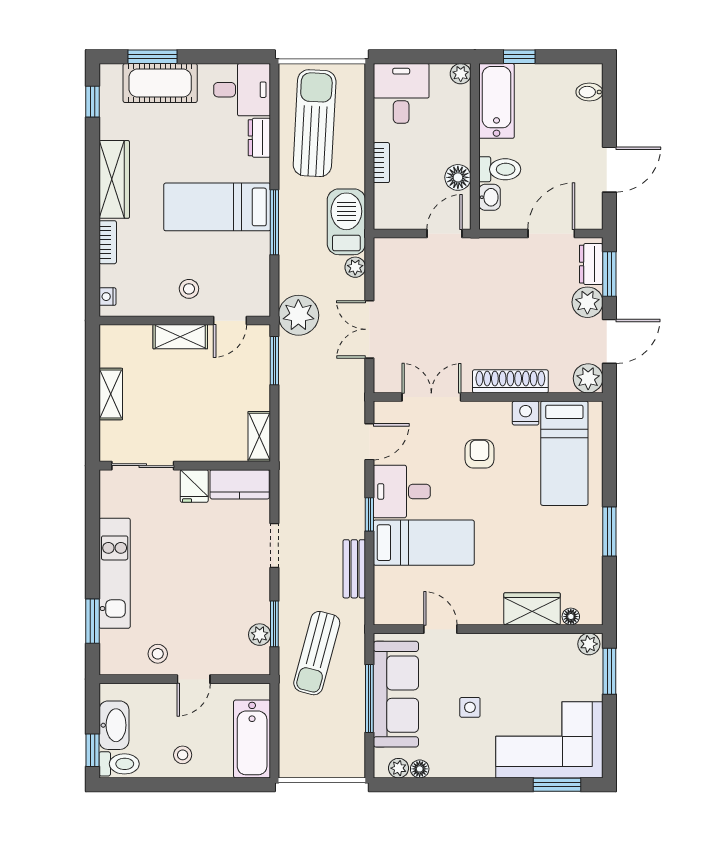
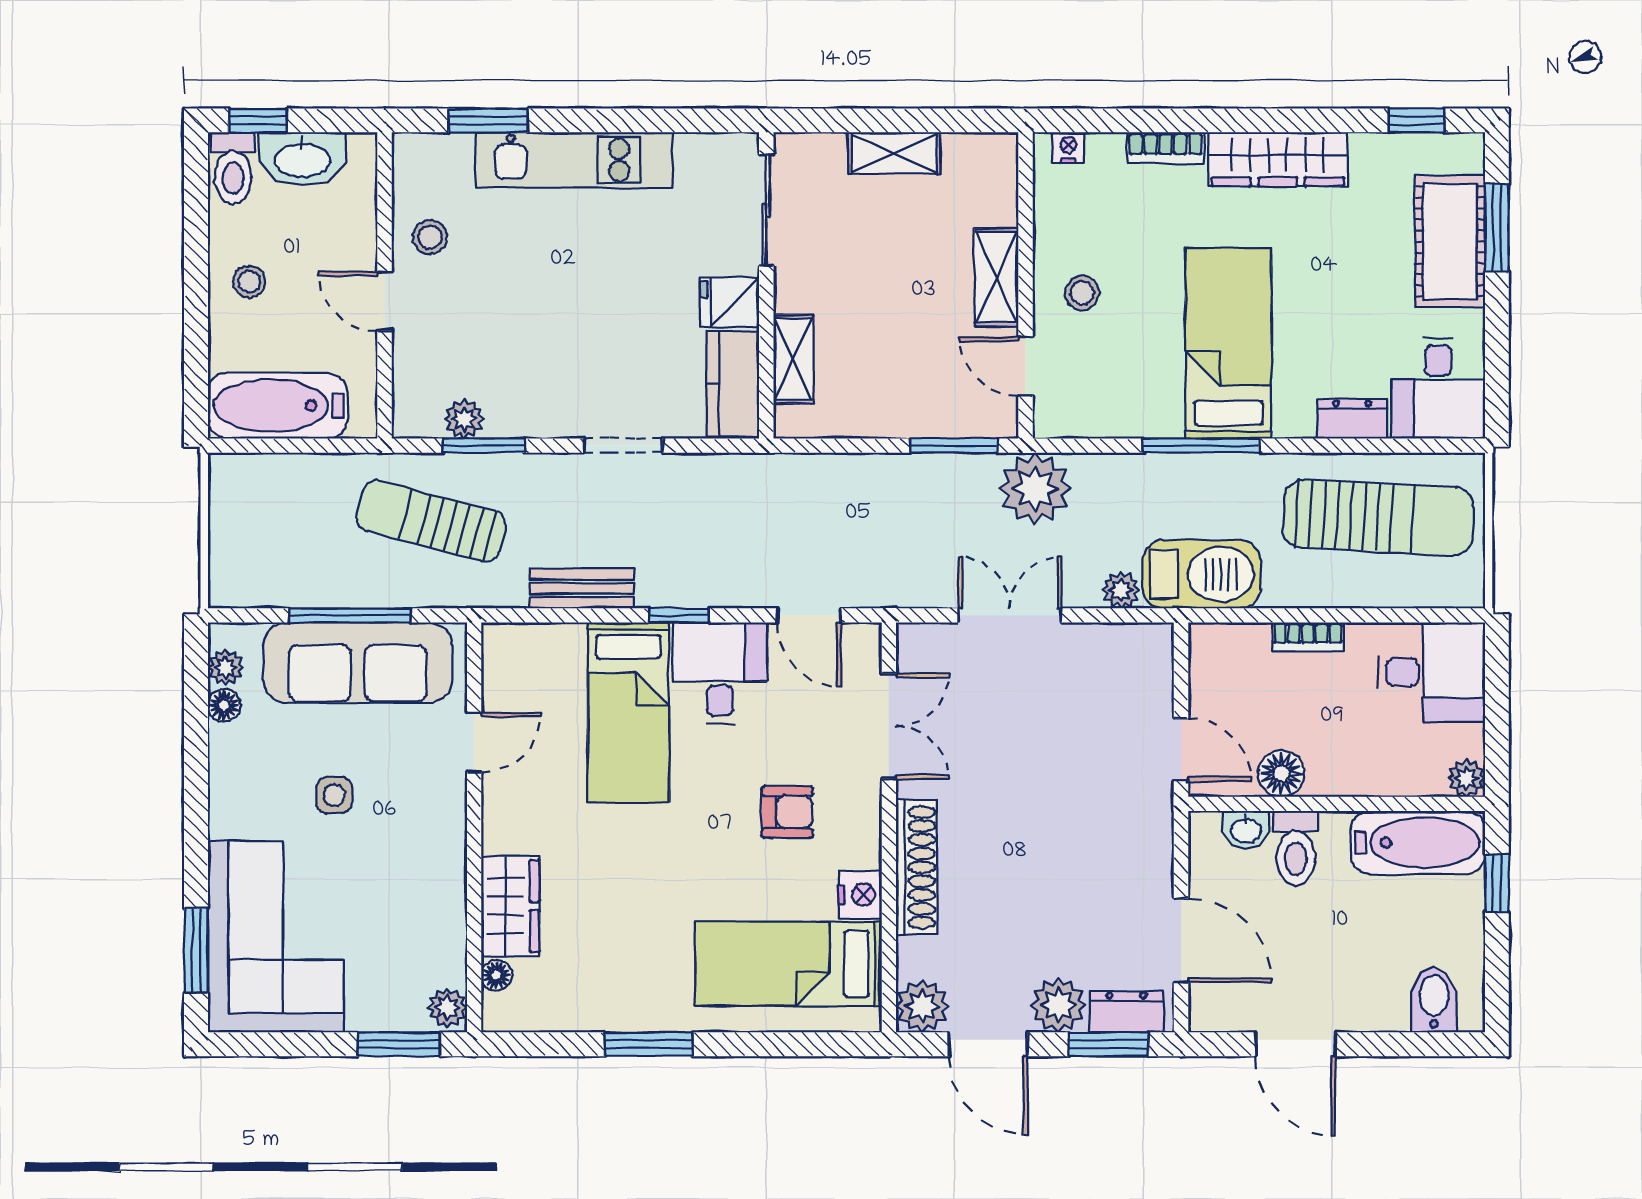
bidet: (589, 92) -> (1434, 1000), width x1.38, depth x1.36
shelving: (259, 436) -> (793, 359), moved, turned 90

